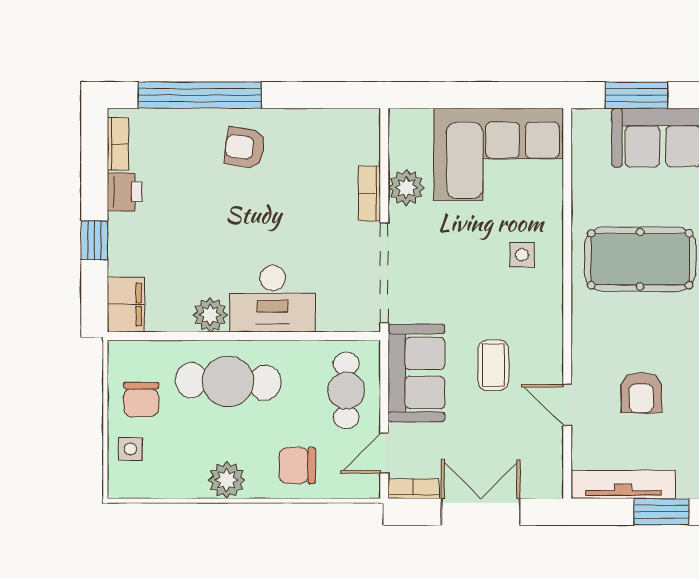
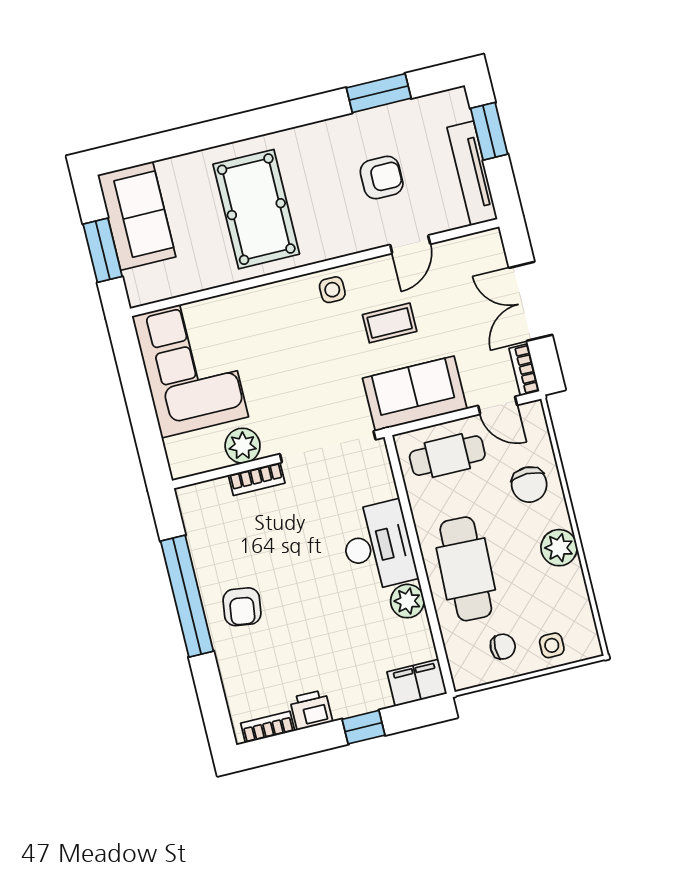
window: (200, 95) -> (187, 596), moved
side table: (522, 255) -> (332, 290), moved
chair: (141, 399) -> (503, 647), width x0.73, depth x0.73

